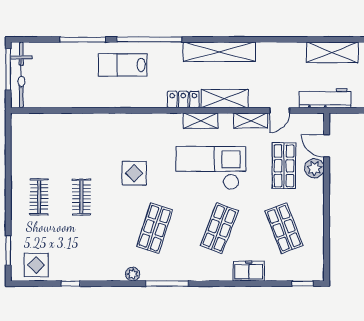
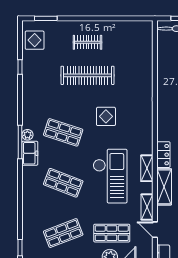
clothes rail: (81, 197) -> (87, 75), width x1.86, depth x1.31
freezer: (249, 271) -> (30, 153), moved
plant: (133, 274) -> (27, 135), moved

